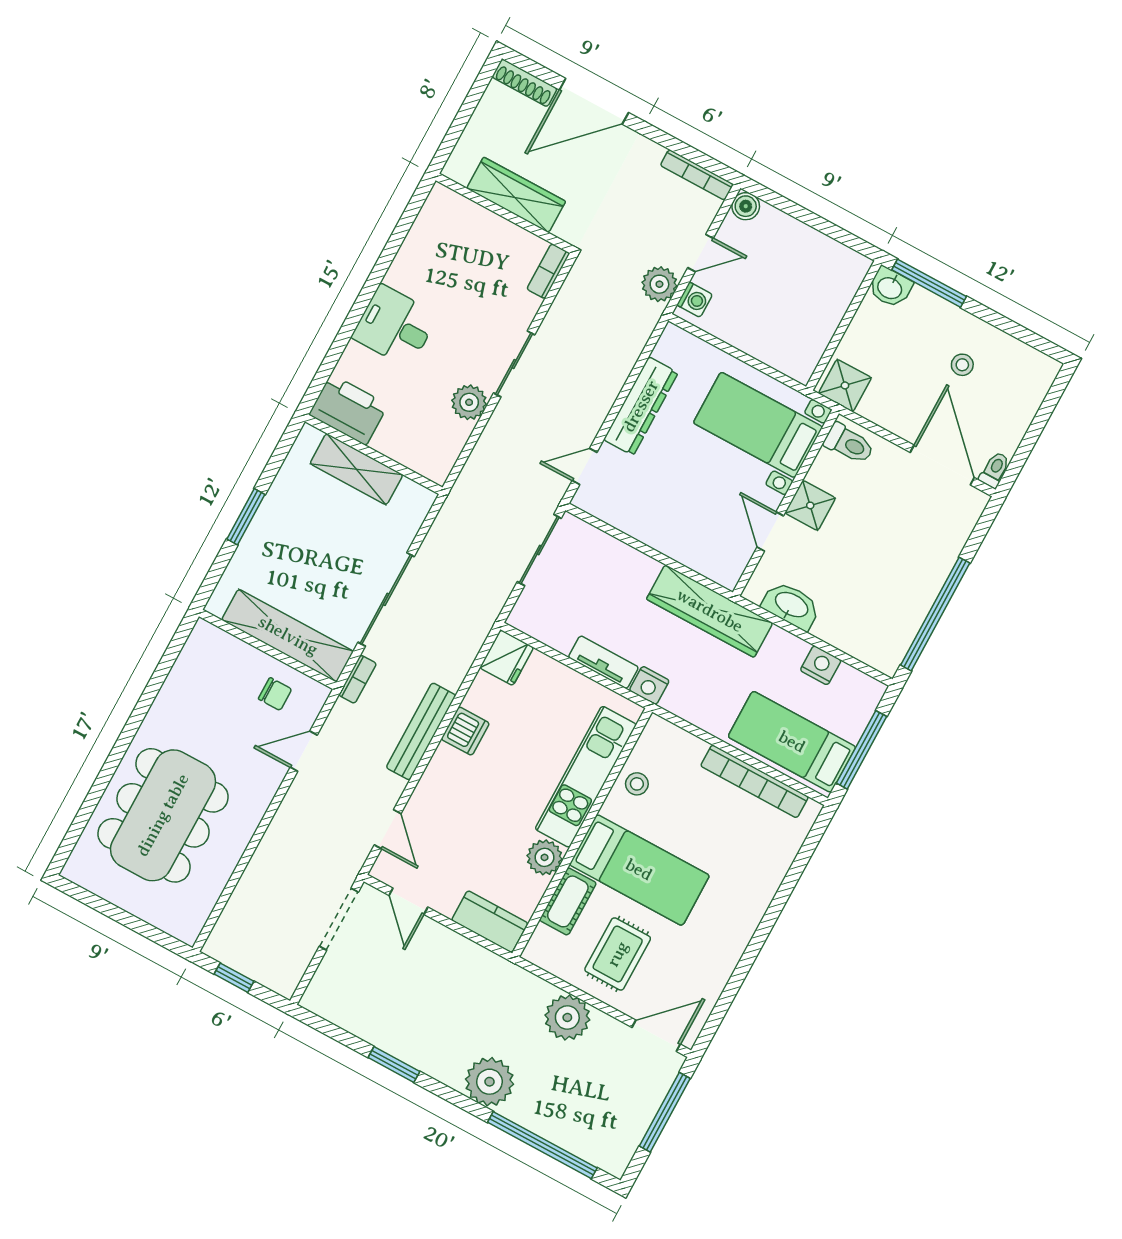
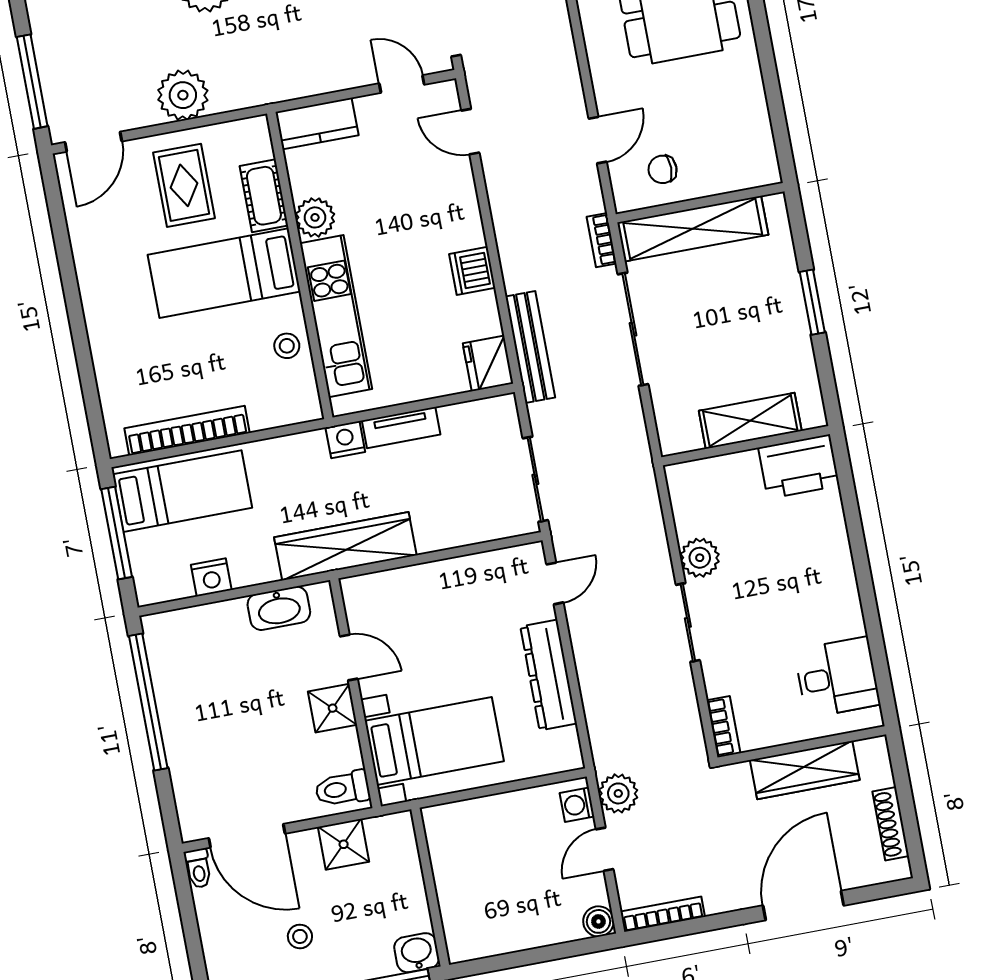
shoe rack: (525, 83) -> (891, 824), moved, turned -90
desk: (395, 326) -> (837, 677), moved
shower: (845, 385) -> (344, 844), moved
bench: (421, 731) -> (530, 347), moved

